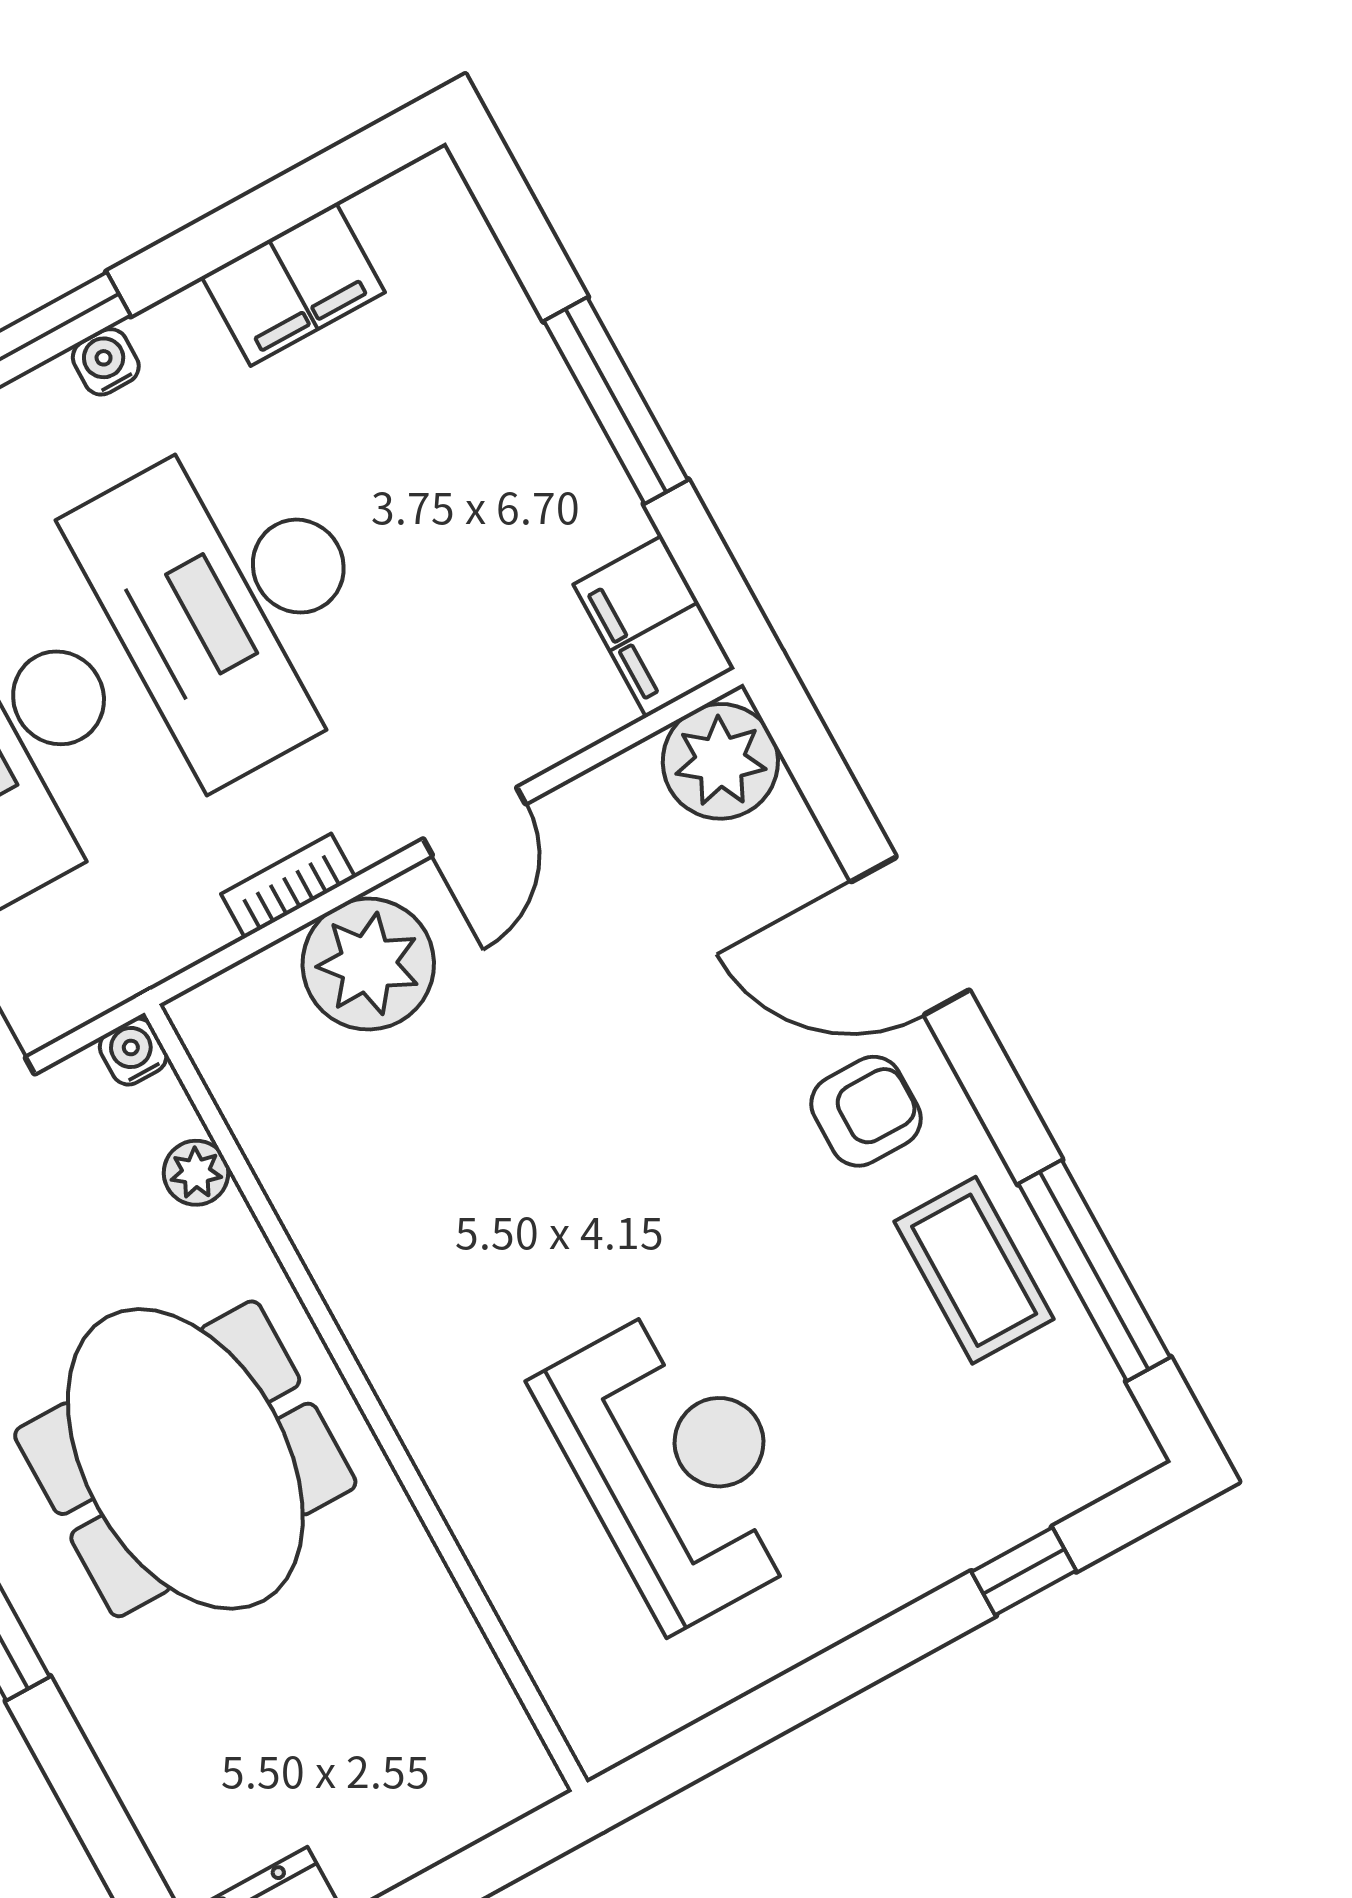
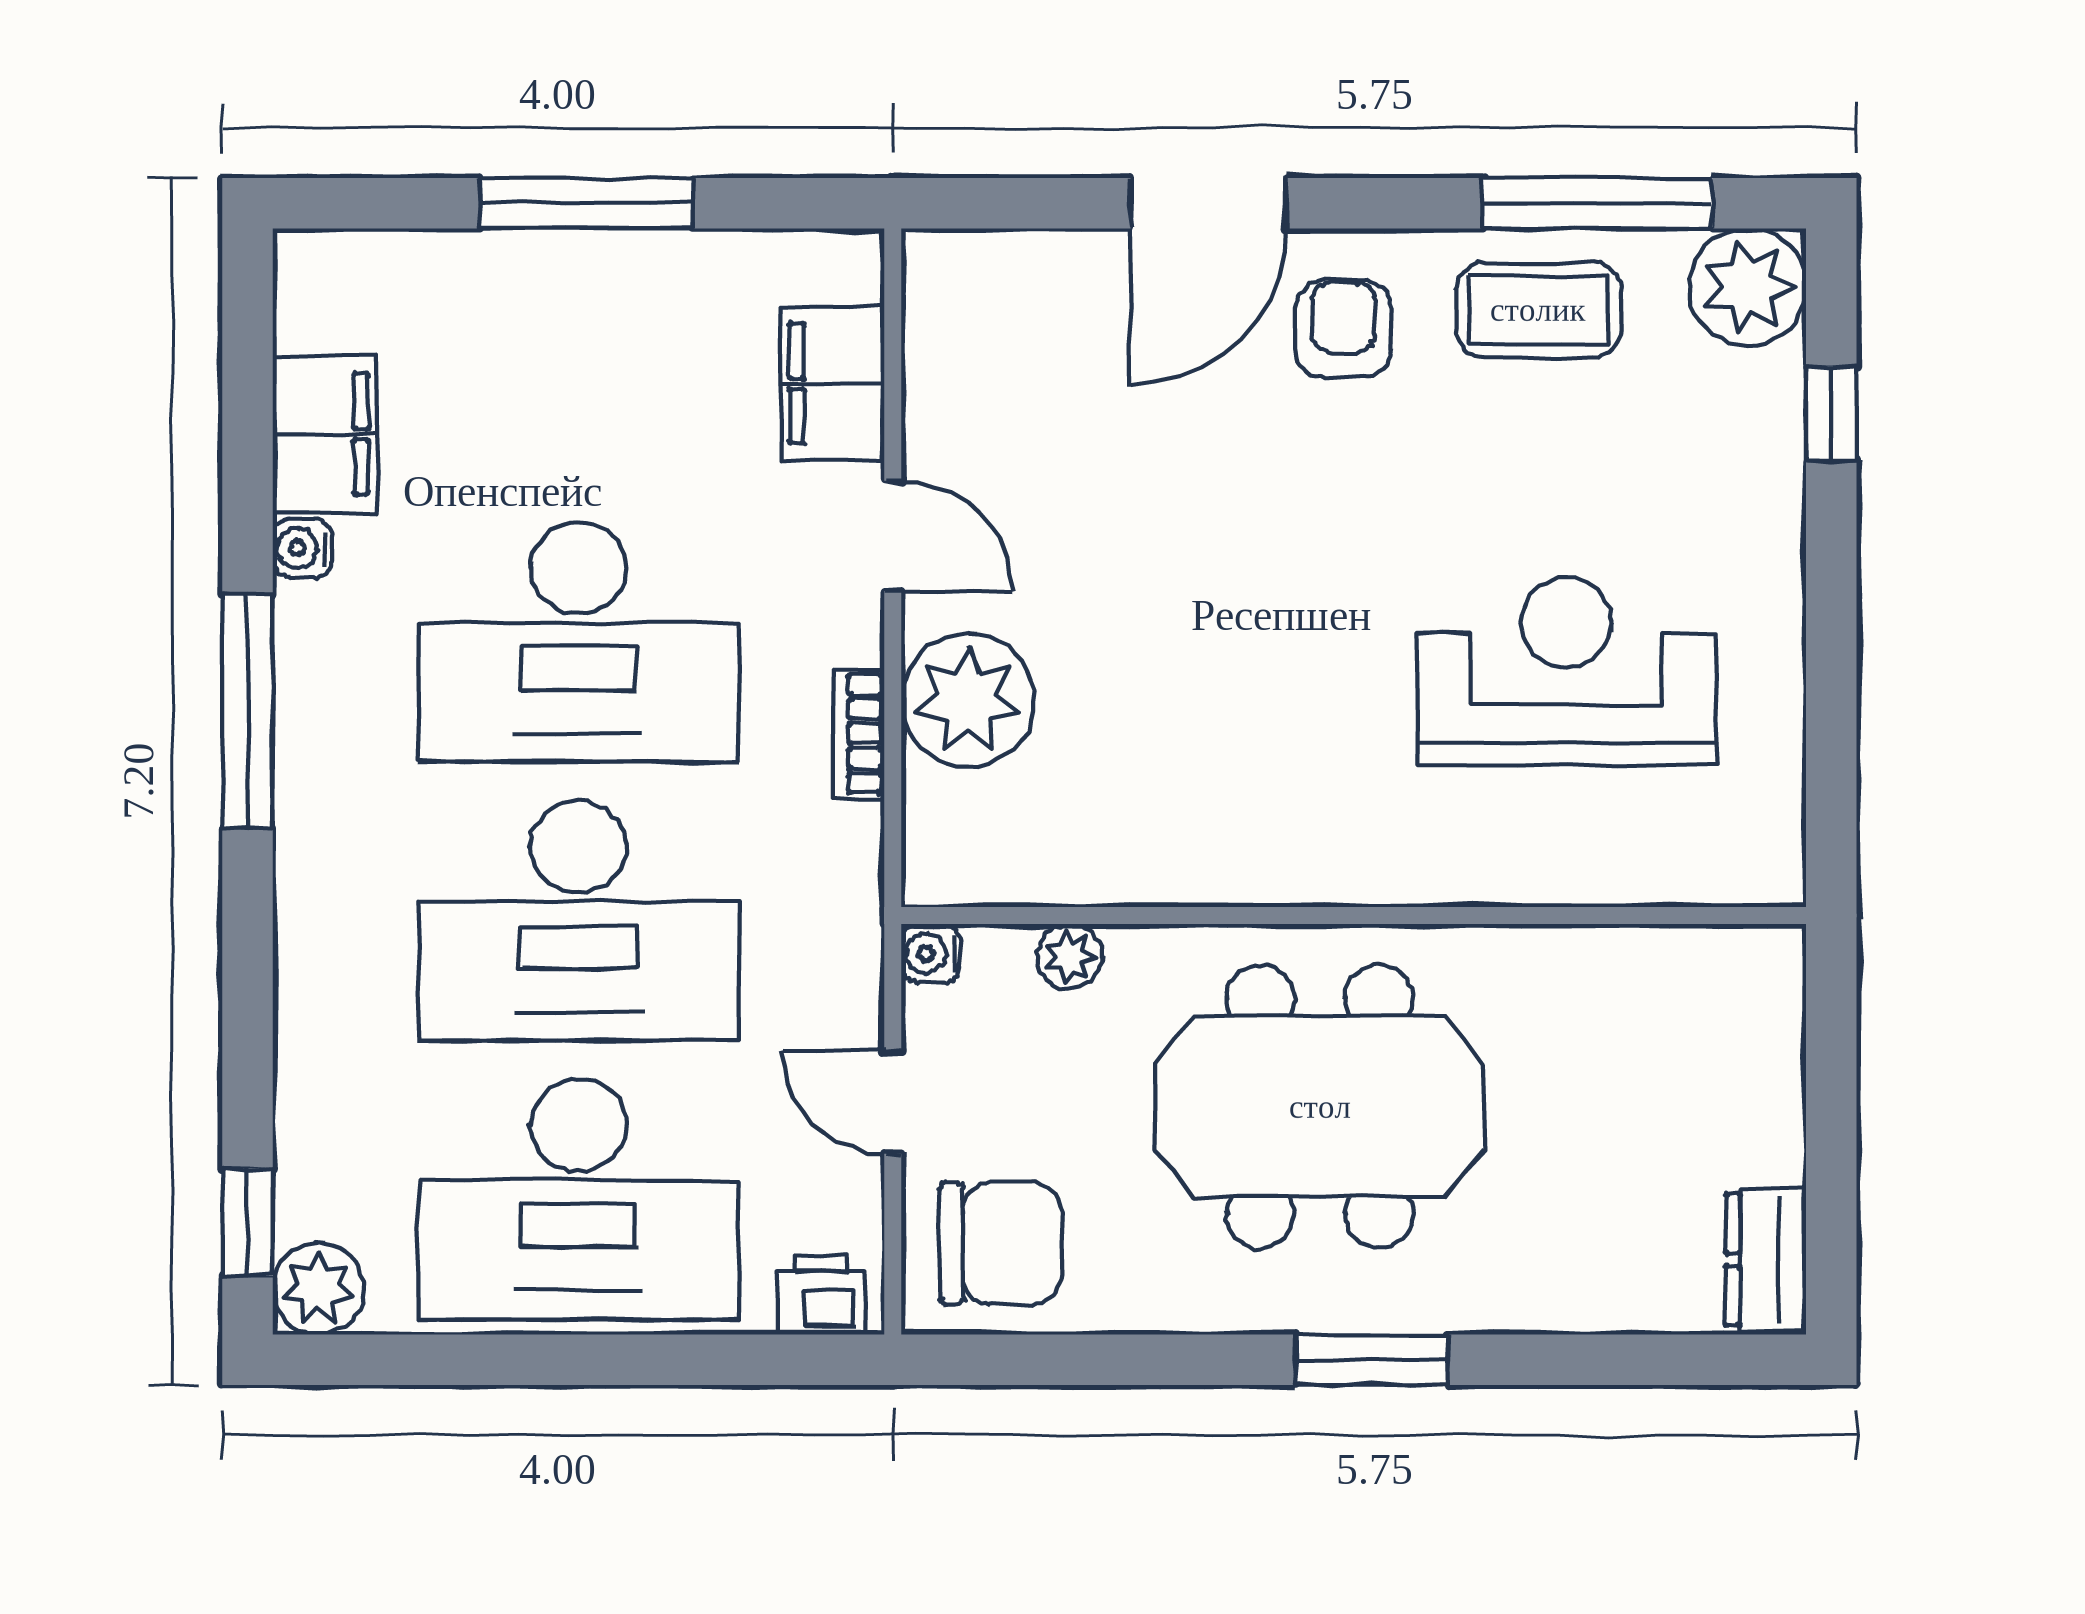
water cooler: (106, 362) -> (302, 548), moved
filing cabinet: (654, 627) -> (833, 384), moved, turned 90
plant: (720, 761) -> (1748, 287), moved

